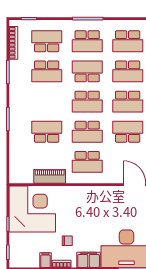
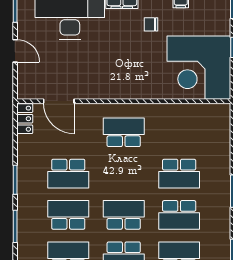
school desk: (87, 132) -> (179, 215), moved, turned 180
piano: (50, 176) -> (175, 113), removed

